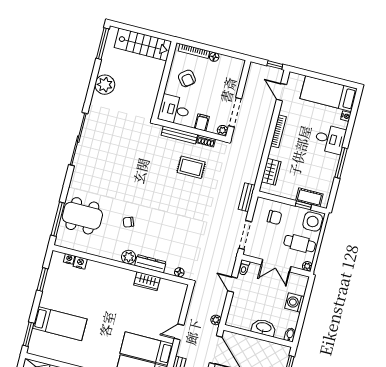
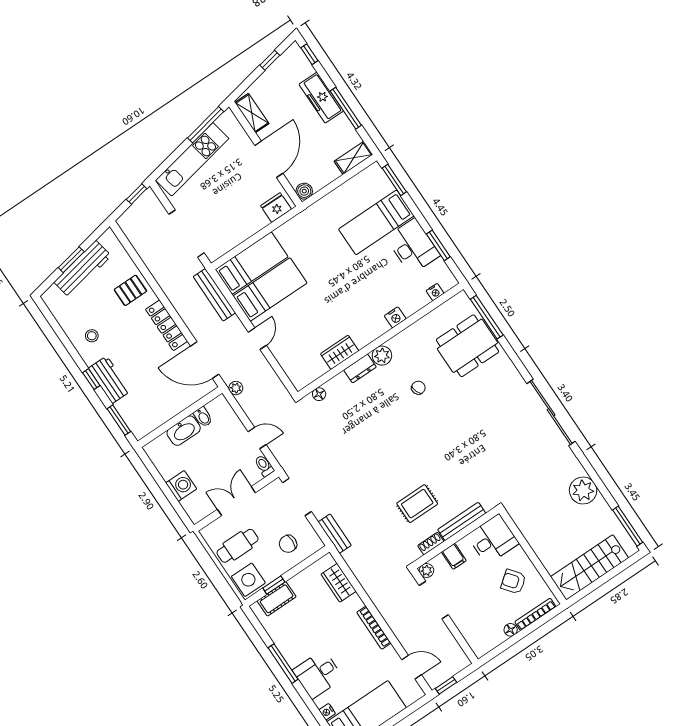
nightstand: (80, 263) -> (395, 317), moved
dresser: (150, 264) -> (360, 369), width x0.70
plant: (307, 266) -> (207, 533), removed
desk: (55, 293) -> (413, 246), added
bidet: (290, 335) -> (203, 417), moved

